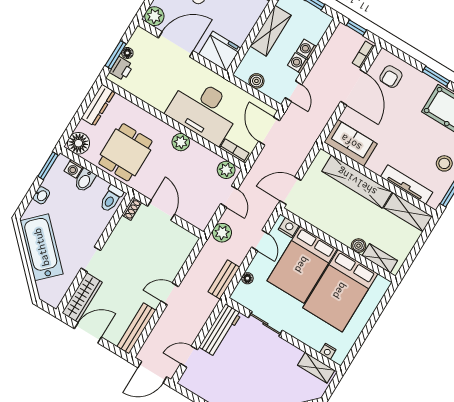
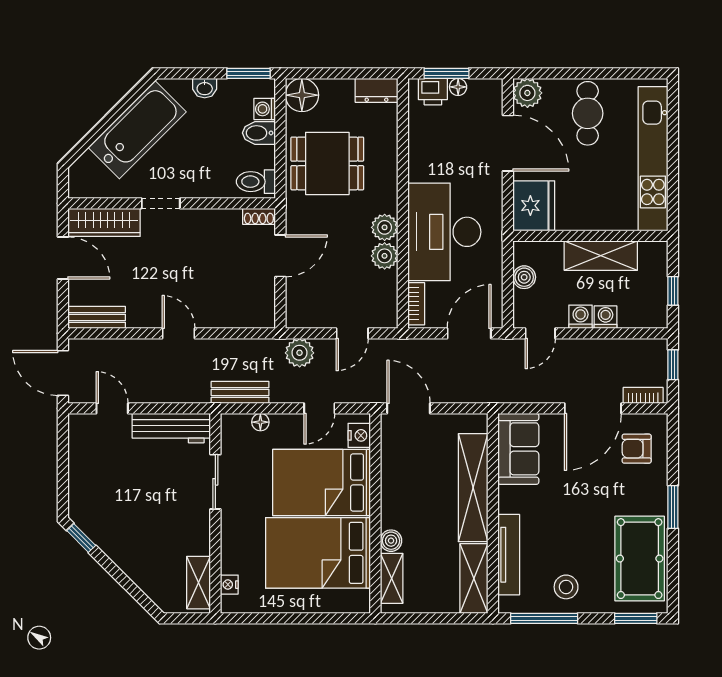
dresser: (98, 105) -> (376, 90), width x0.70
plant: (226, 170) -> (385, 256), moved
bench: (136, 328) -> (97, 317), width x0.73

